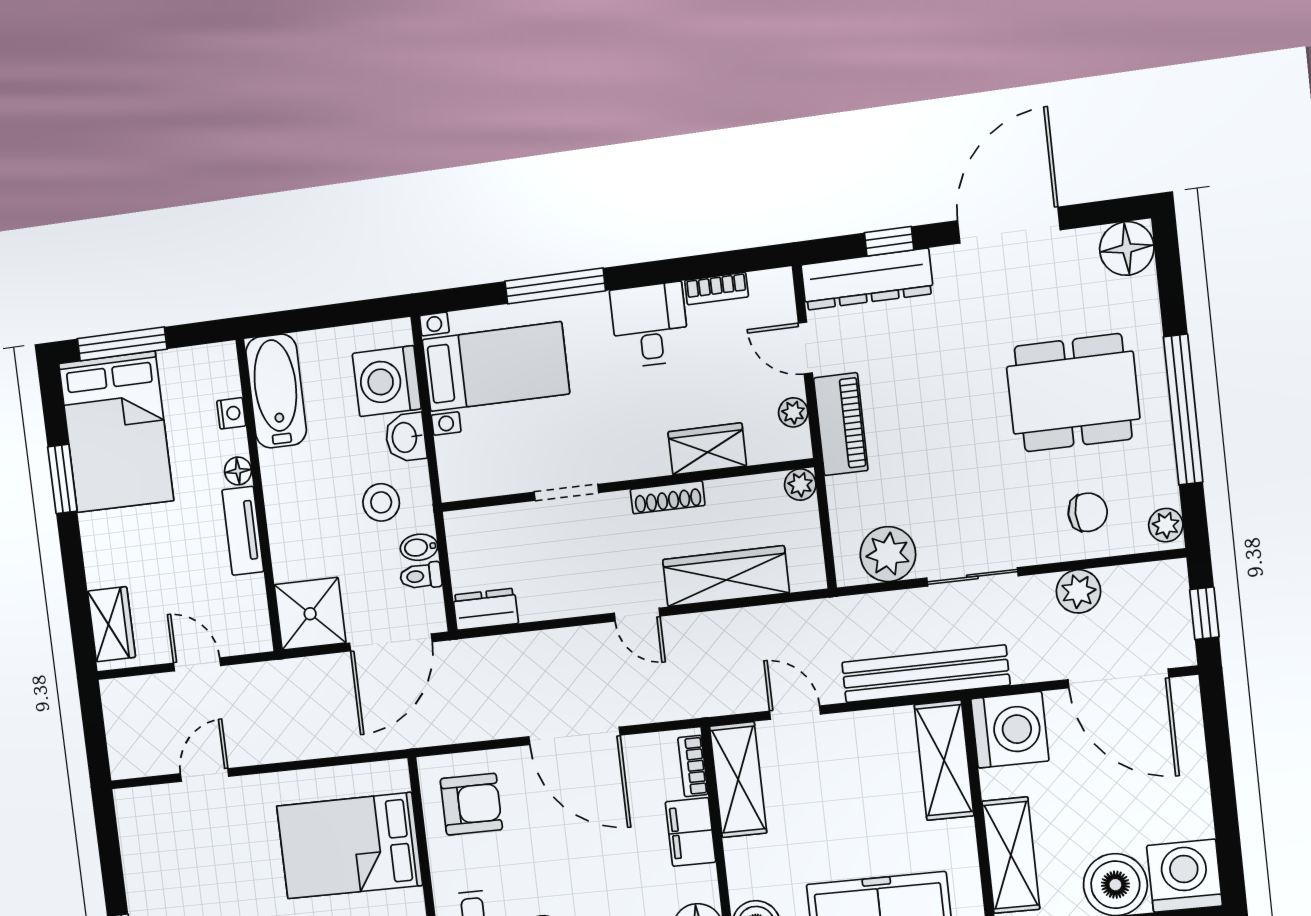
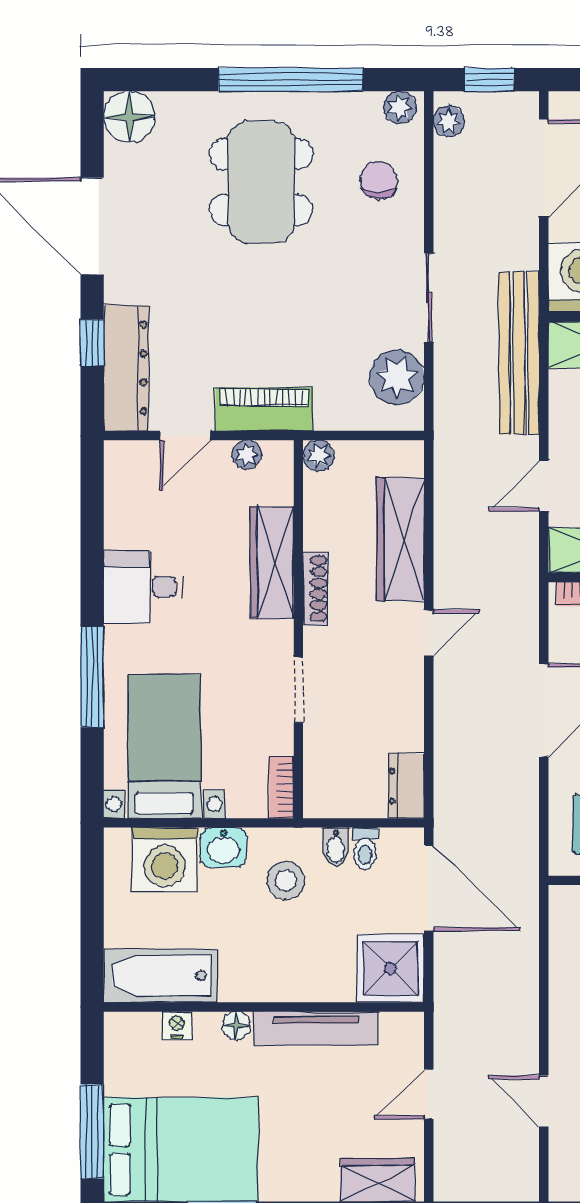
bookcase: (716, 289) -> (282, 788), moved, turned 180
wardrobe: (707, 449) -> (272, 562), width x1.50
tv unit: (243, 531) -> (316, 1028), width x1.41
plant: (1078, 591) -> (449, 121), moved, width x0.73, depth x0.73

